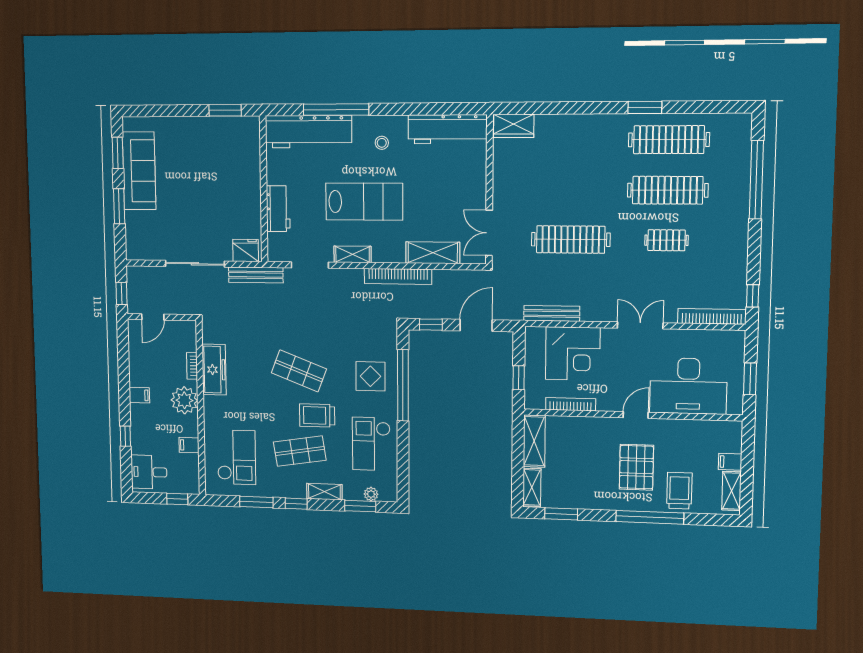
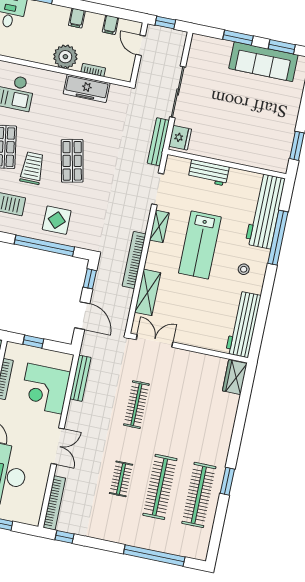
clothes rail: (571, 240) -> (136, 405), width x0.73, depth x0.76
shop shelf: (299, 371) -> (72, 161), turned -33
filing cabinet: (189, 445) -> (110, 25), moved, turned 180

